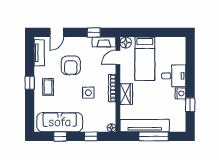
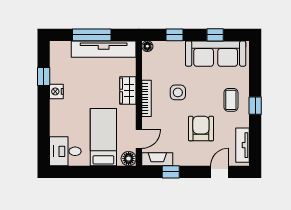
desk: (174, 76) -> (65, 151), moved

